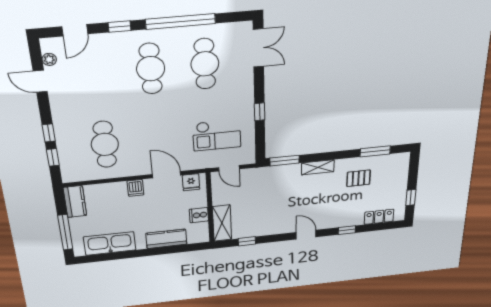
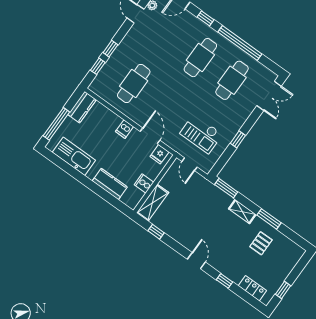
window: (375, 151) -> (269, 219), moved
pallet: (359, 178) -> (261, 243), turned 90

